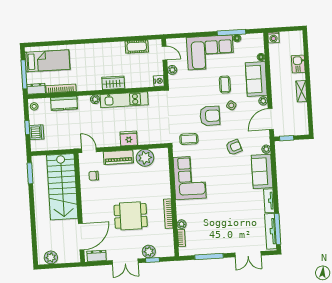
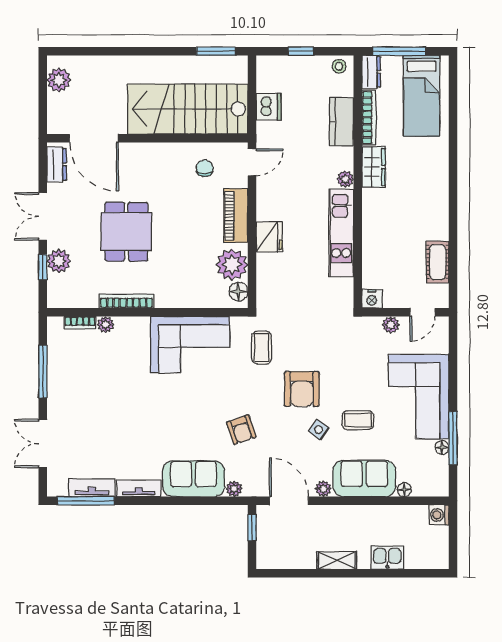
wardrobe: (113, 83) -> (374, 167), moved
dishwasher: (37, 132) -> (269, 107), moved, turned -90
floor lamp: (159, 153) -> (239, 292), added
tv unit: (271, 231) -> (92, 488), width x0.71

